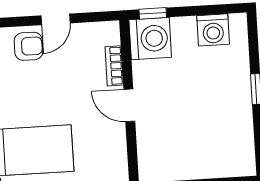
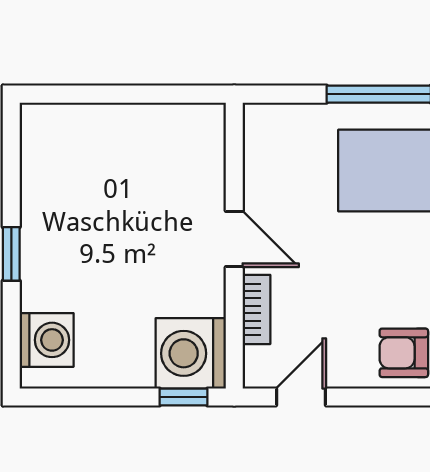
door: (56, 19) -> (301, 397), moved
washing machine: (213, 30) -> (47, 340), moved, turned 90

